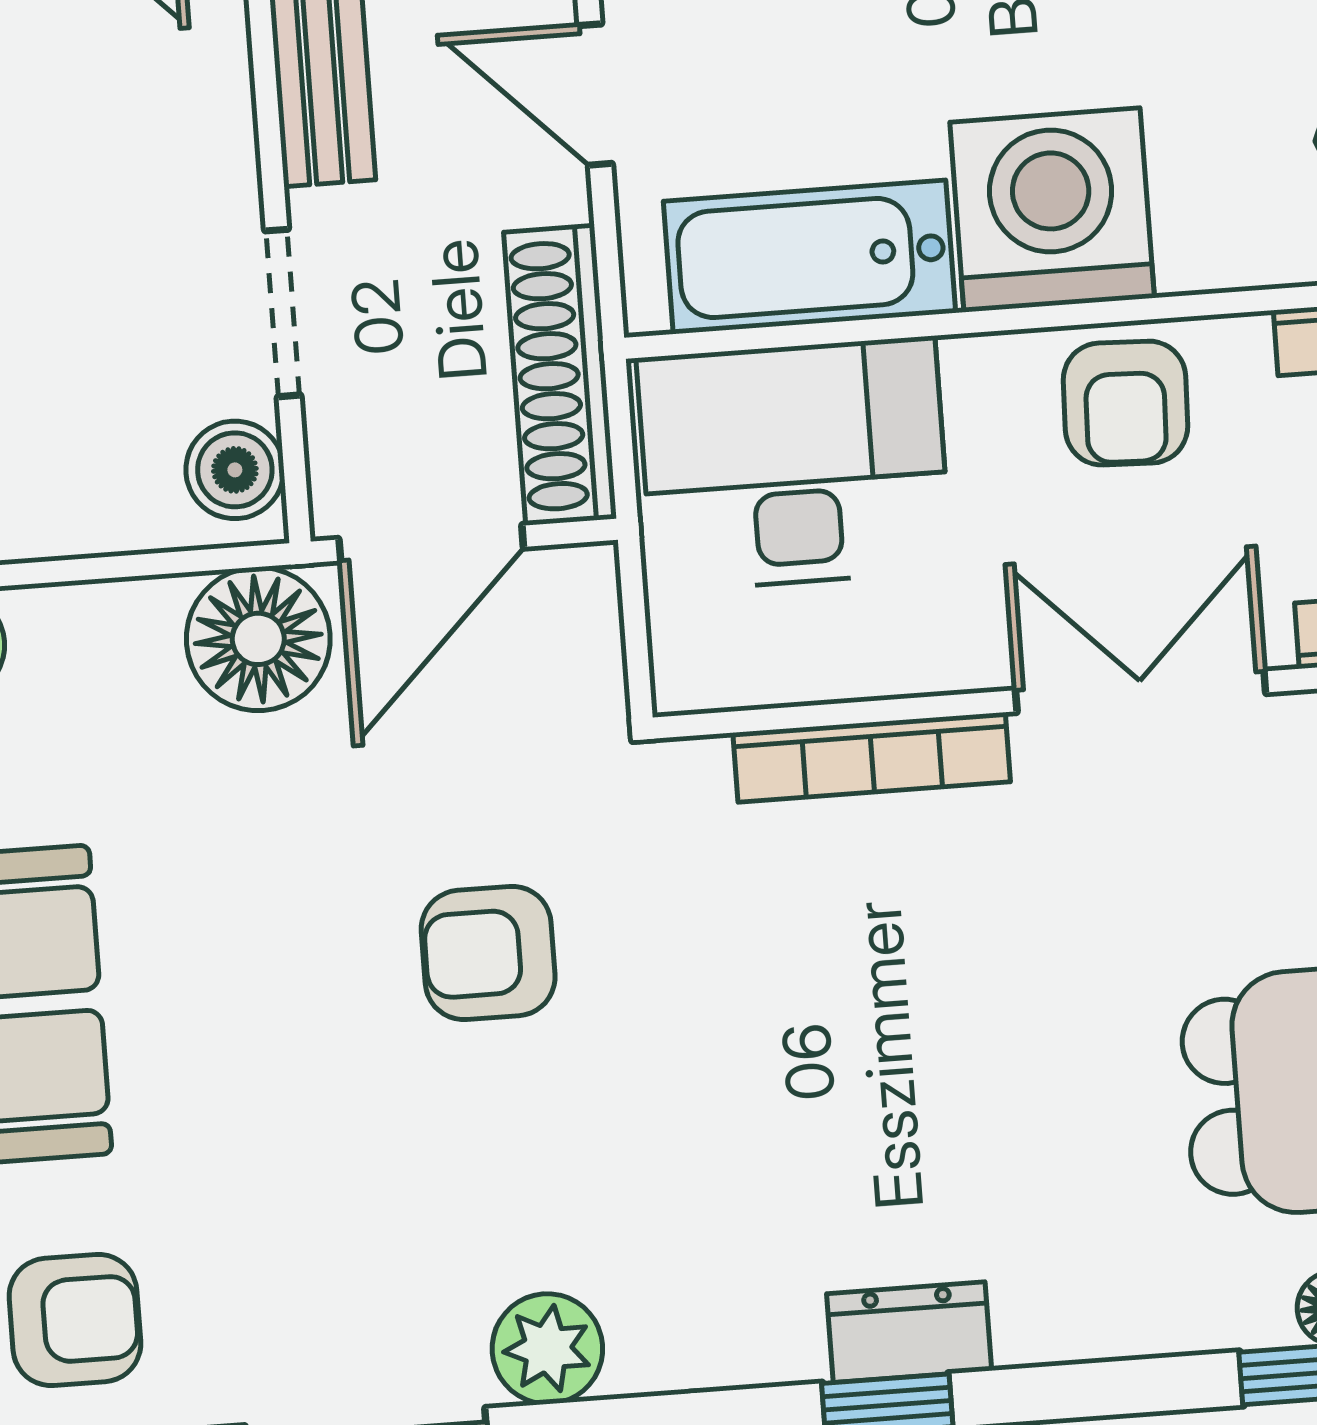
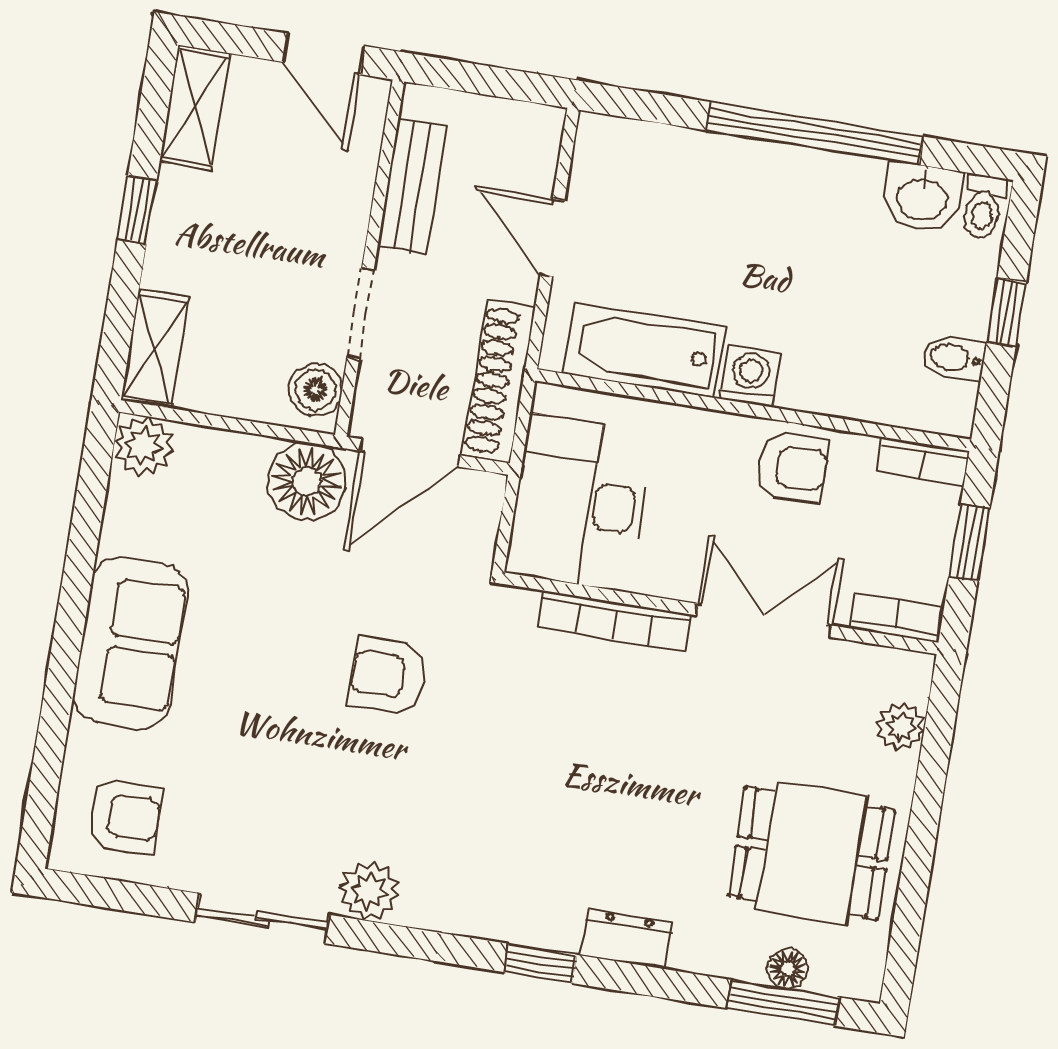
washing machine: (1052, 210) -> (750, 376), width x0.53, depth x0.53
armchair: (1125, 403) -> (792, 467), turned -92
desk: (794, 464) -> (580, 503), moved, turned -90
dresser: (909, 1332) -> (627, 939), moved

